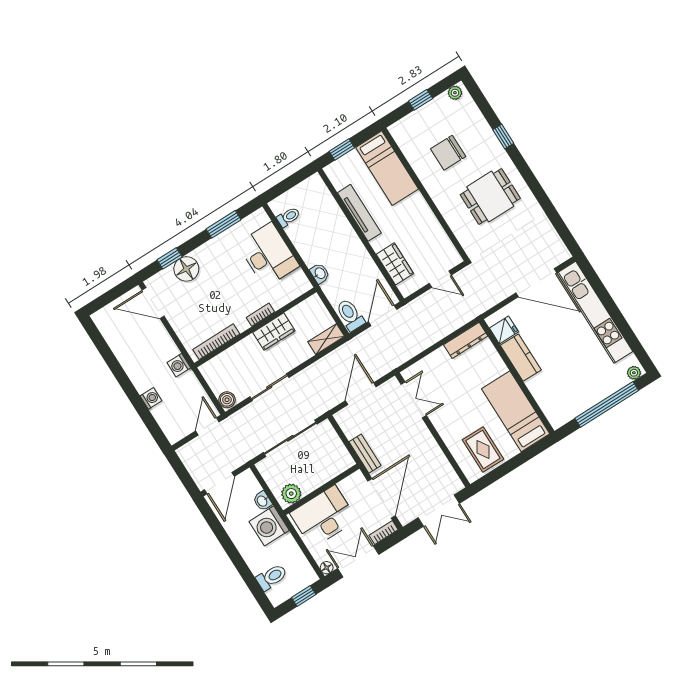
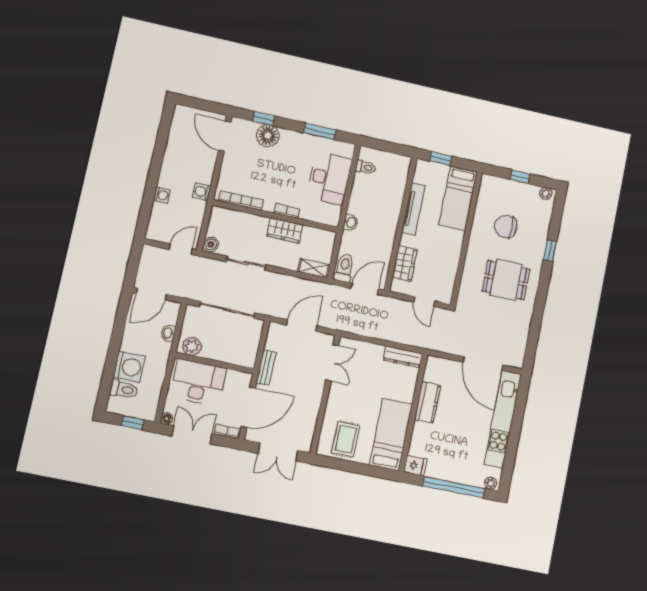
fridge: (504, 330) -> (415, 466), moved
washing machine: (269, 526) -> (129, 367), moved, turned 180

